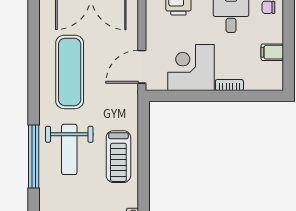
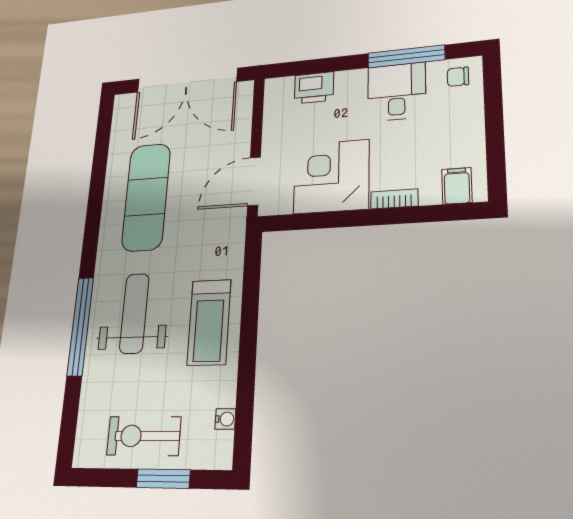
filing cabinet: (272, 52) -> (457, 186), moved, turned 90
weight bench: (69, 149) -> (134, 313), turned 180

